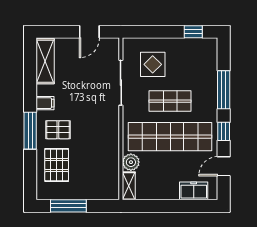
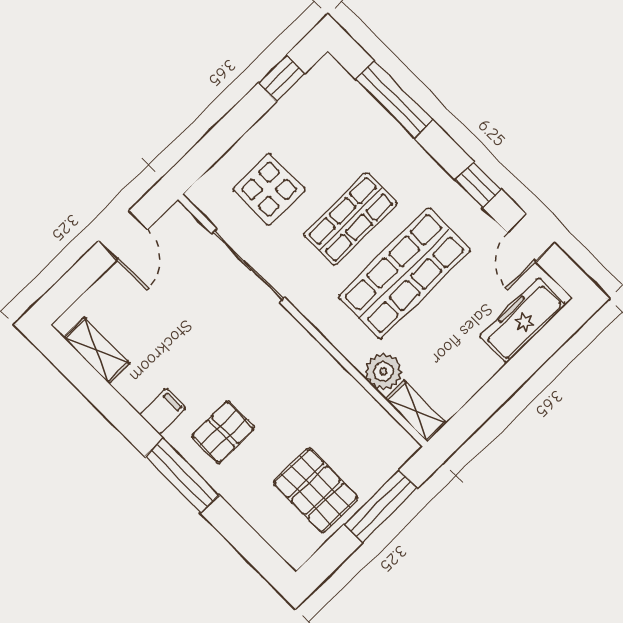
shelving: (45, 61) -> (96, 350), width x0.67, depth x0.75
window: (224, 90) -> (394, 99), moved
shop shelf: (170, 137) -> (404, 273), width x0.71
pallet: (57, 165) -> (316, 490), moved
freezer: (194, 191) -> (522, 321), width x1.40
window: (68, 206) -> (381, 506), moved

